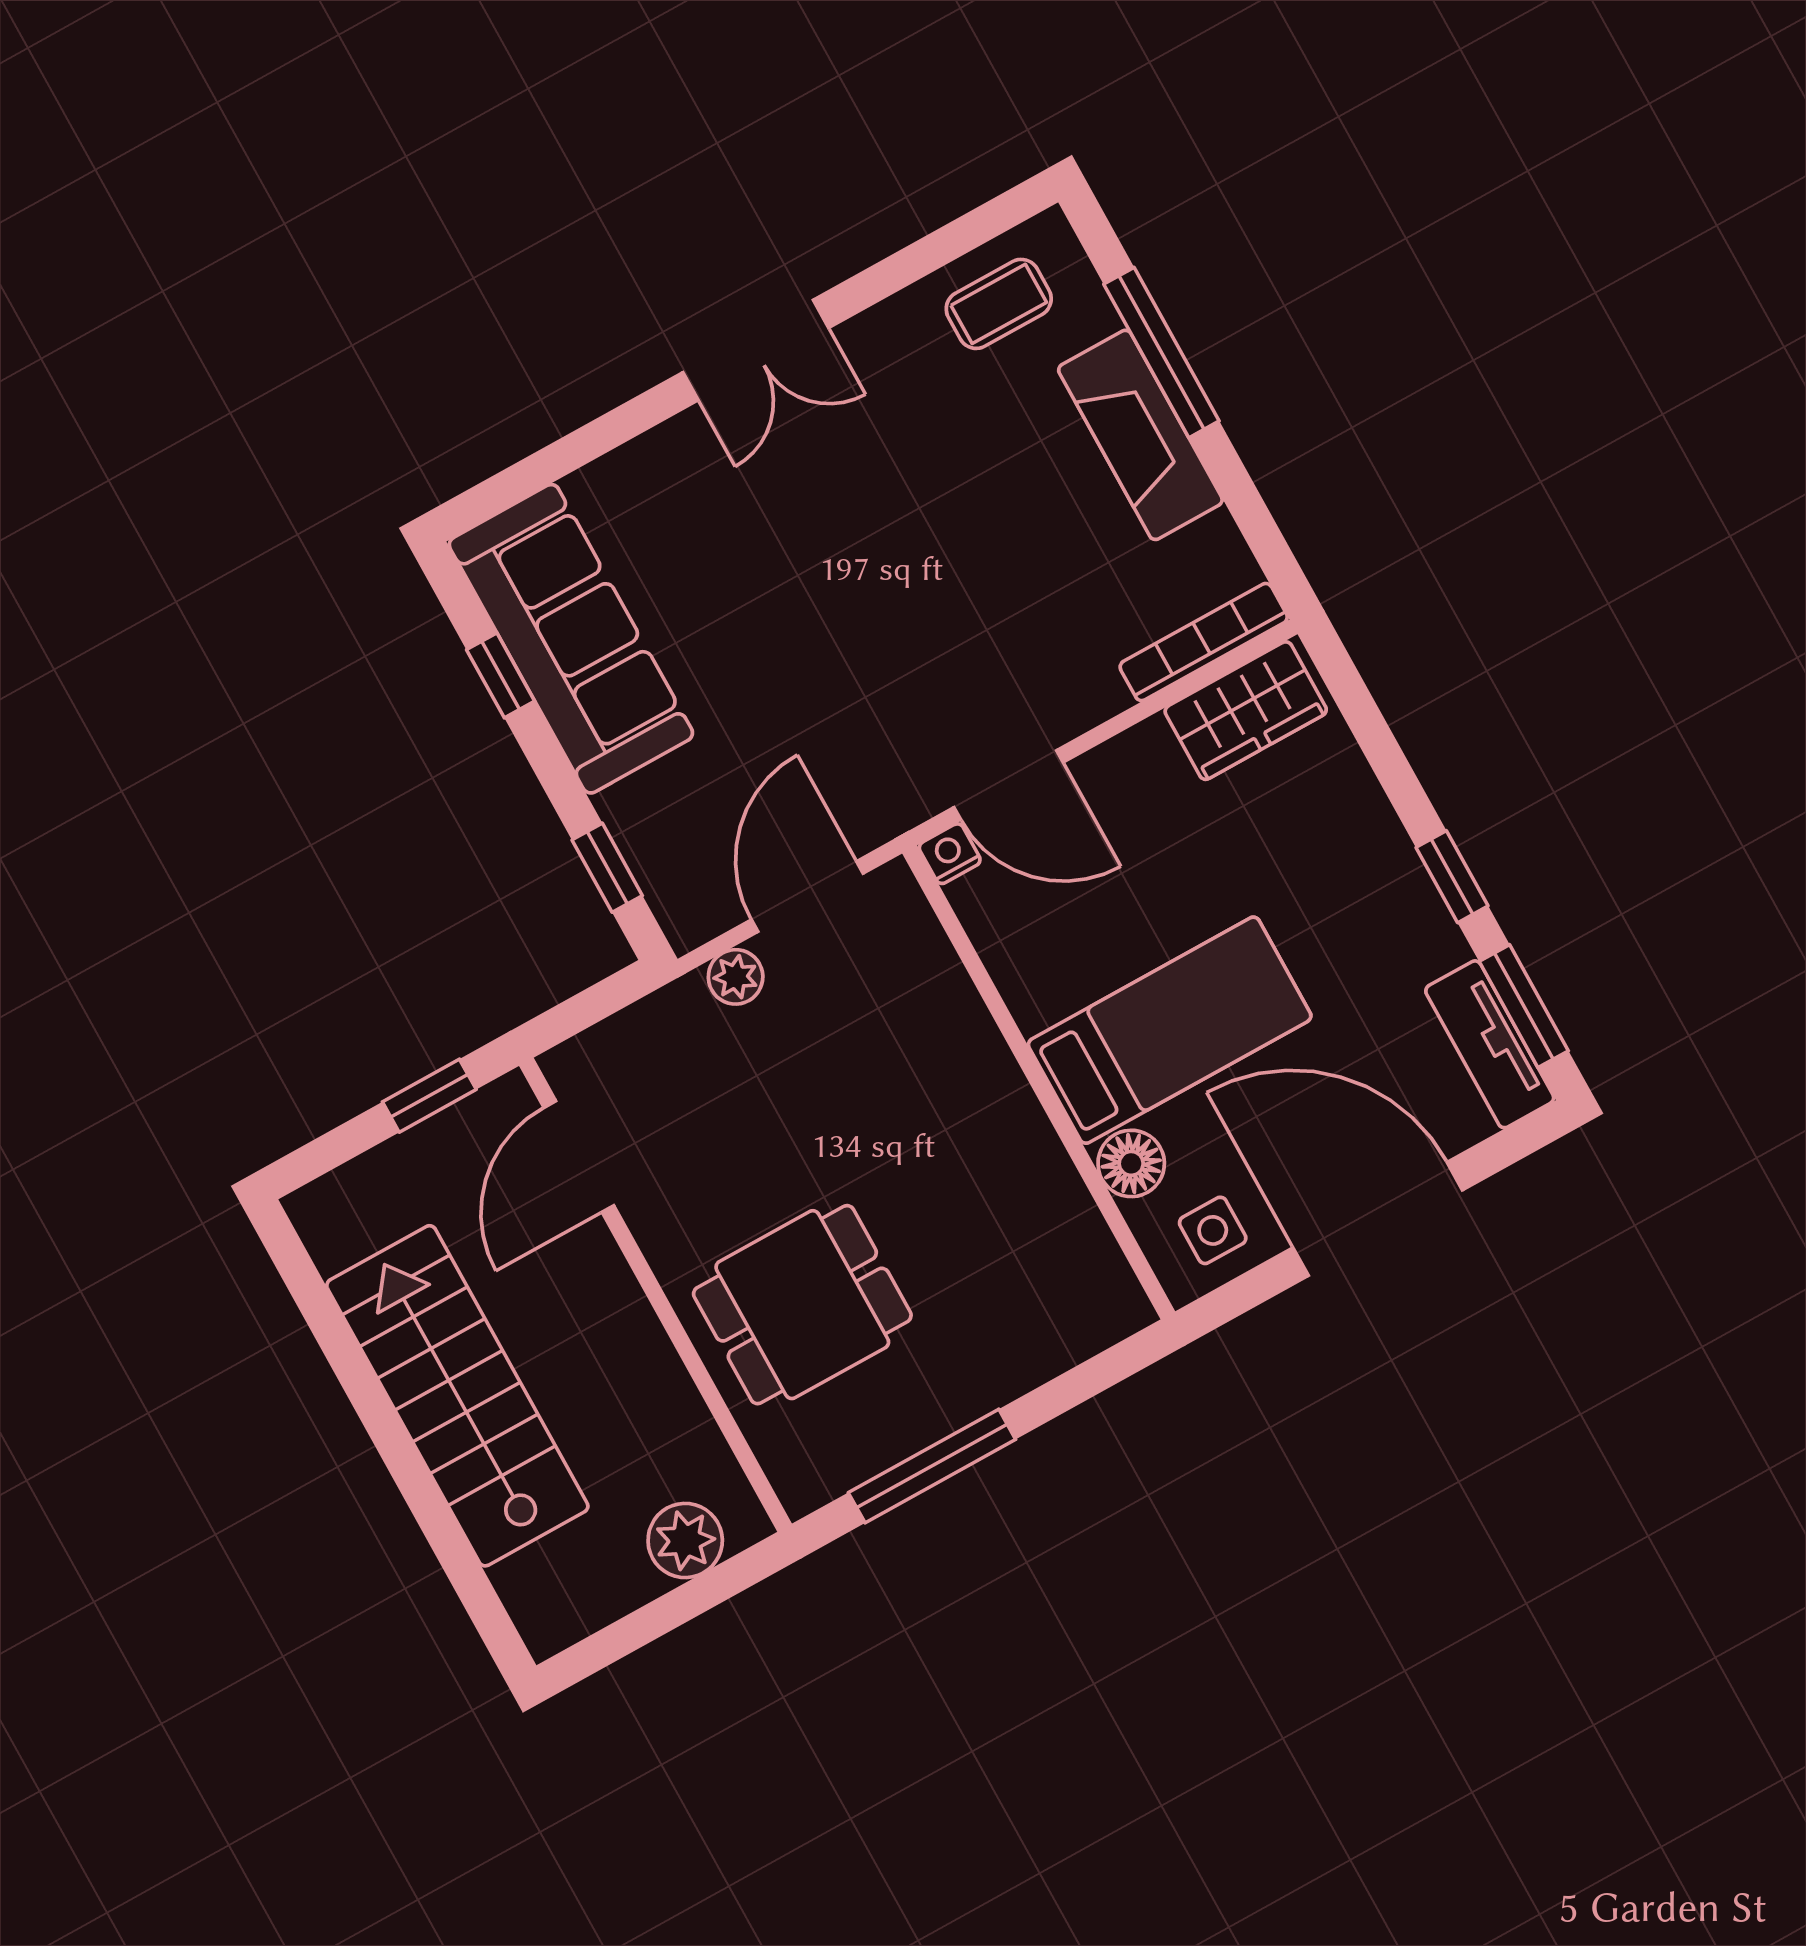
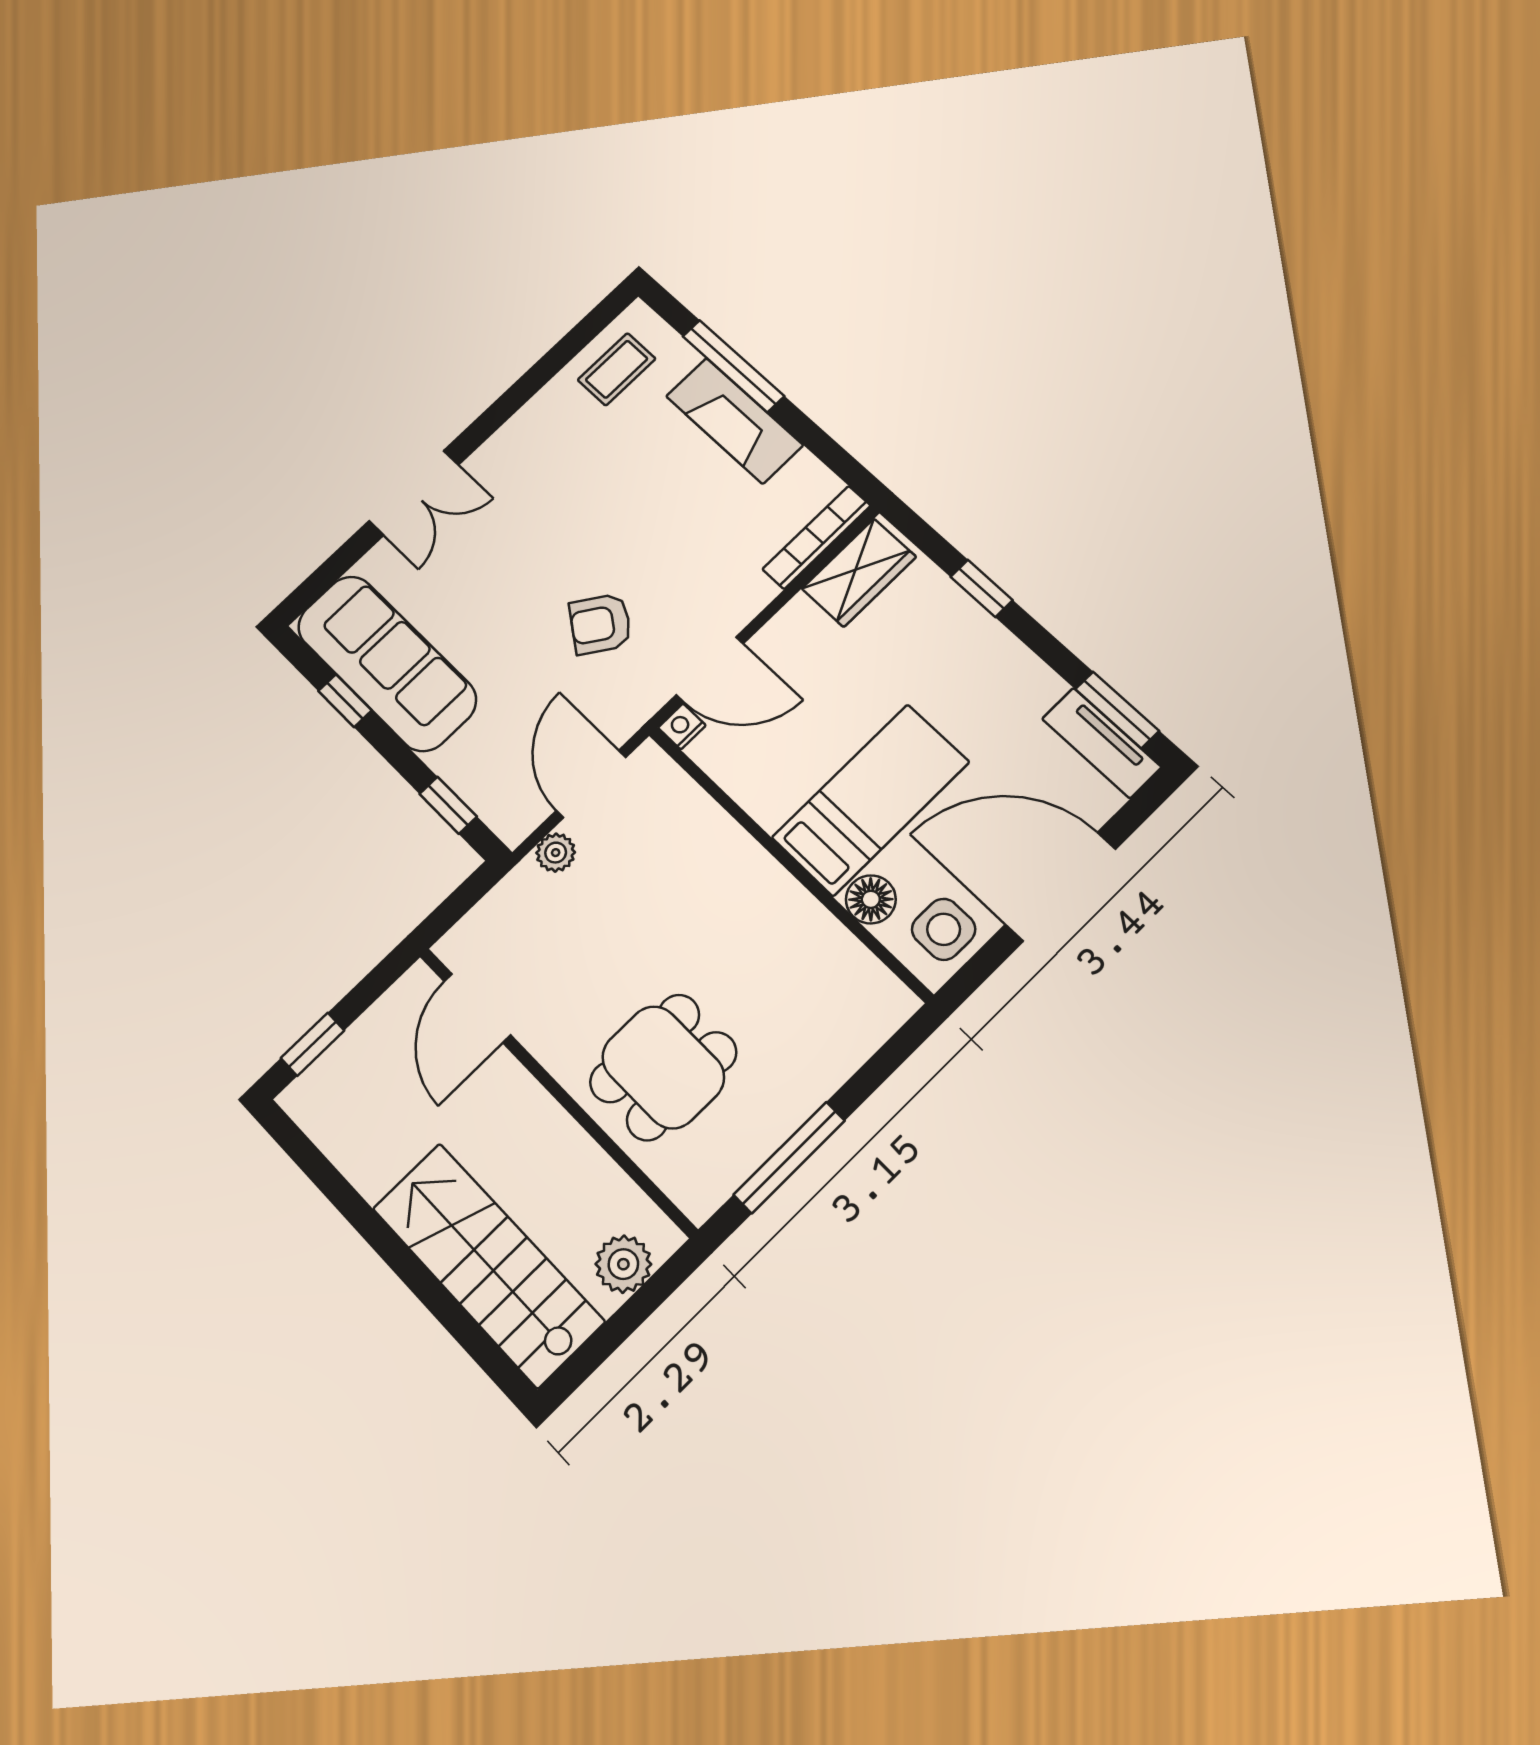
double door: (756, 350) -> (414, 493), moved
armchair: (878, 674) -> (600, 624), added
window: (1452, 877) -> (982, 588), moved
window: (429, 1096) -> (313, 1044), moved
side table: (1213, 1230) -> (944, 929), width x1.37, depth x1.37
stairs: (457, 1396) -> (488, 1265), moved

